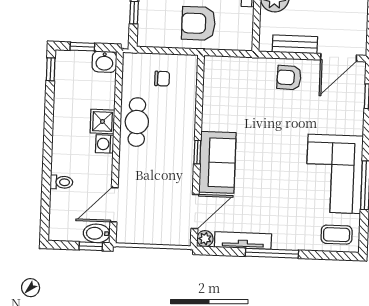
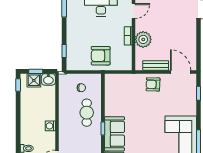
door: (339, 57) -> (181, 72), swing flipped
shower: (102, 121) -> (34, 80), moved
cafe table: (137, 122) -> (87, 113), moved

